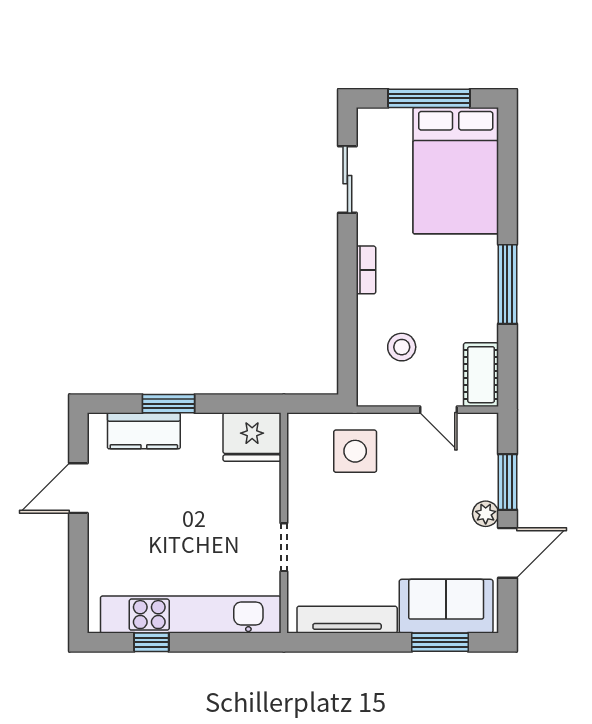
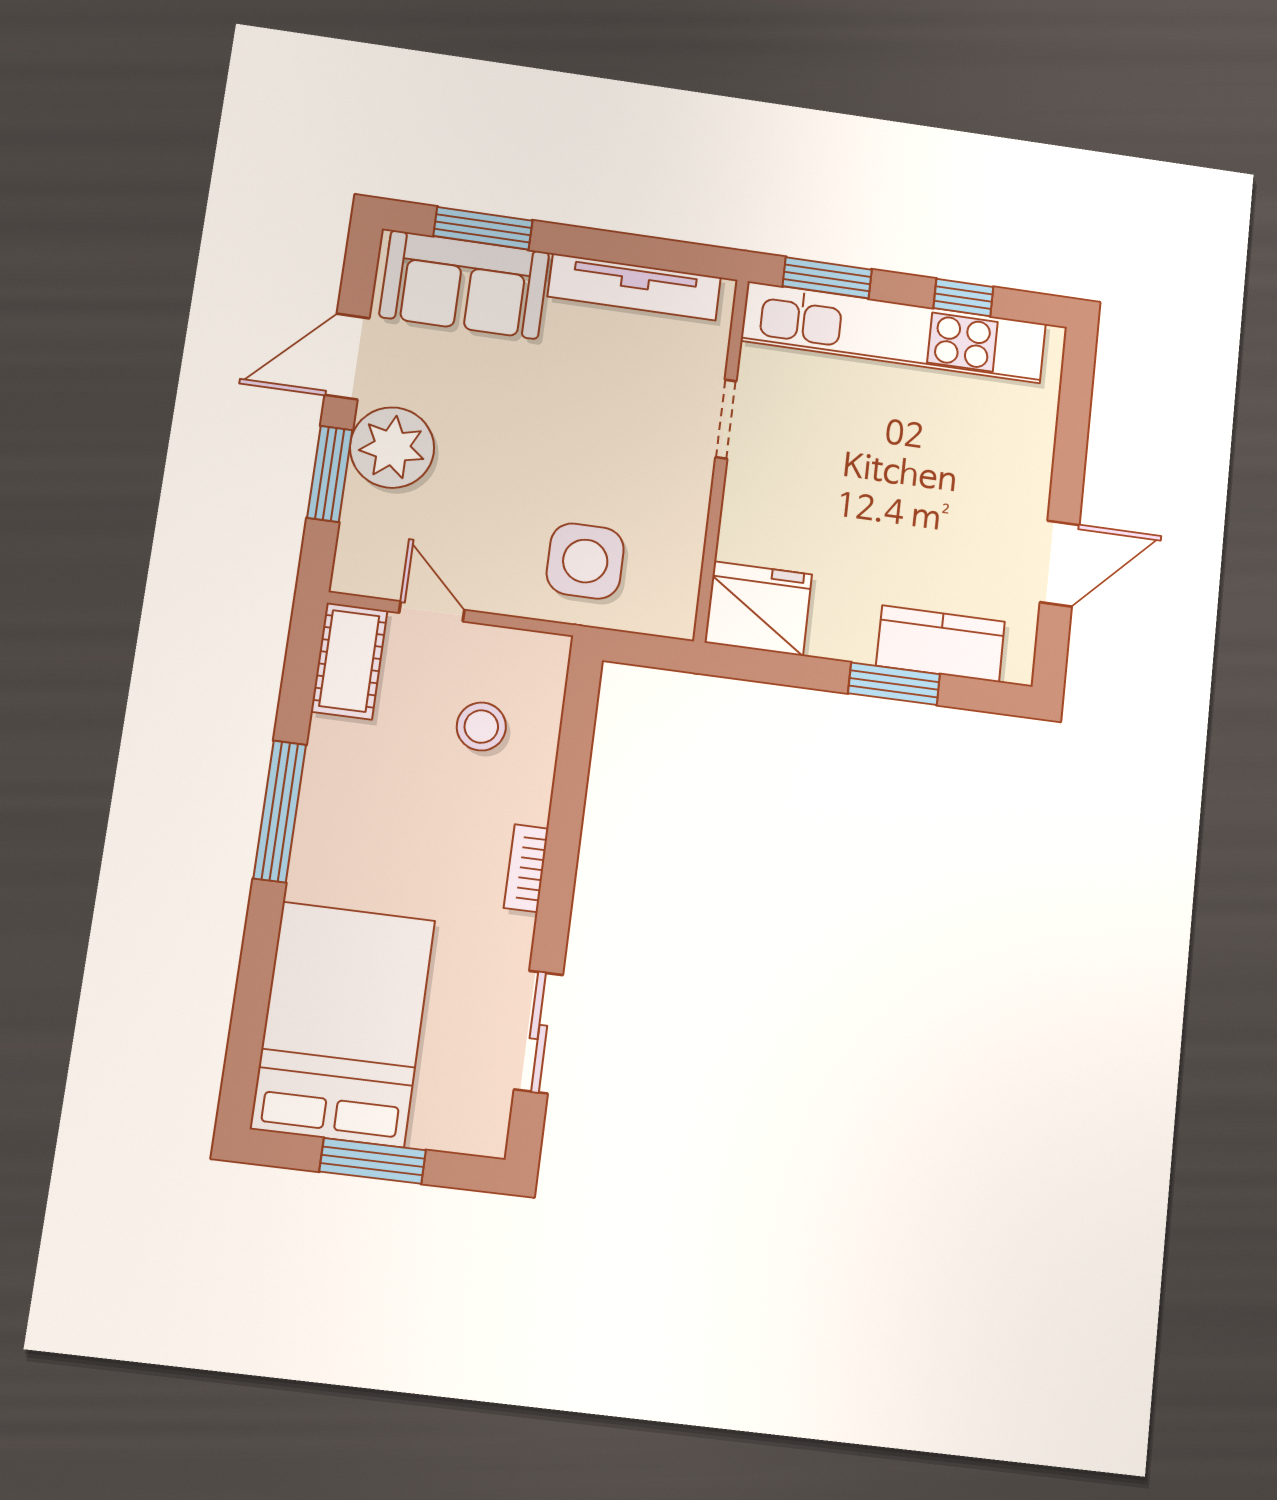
window: (429, 98) -> (373, 1161), width x0.69
plant: (486, 514) -> (392, 448), width x1.87, depth x1.87
window: (234, 642) -> (827, 278), added

